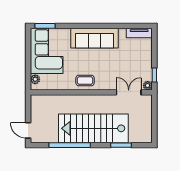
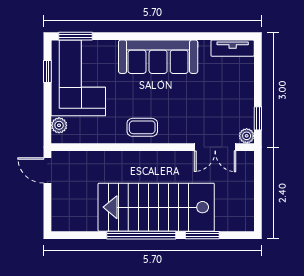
window: (28, 47) -> (47, 71), added
double door: (129, 92) -> (215, 147), swing flipped
door: (28, 130) -> (47, 170), moved
window: (70, 145) -> (141, 235), moved

